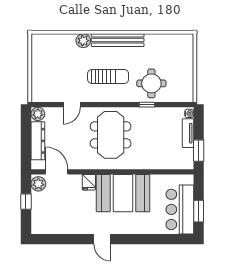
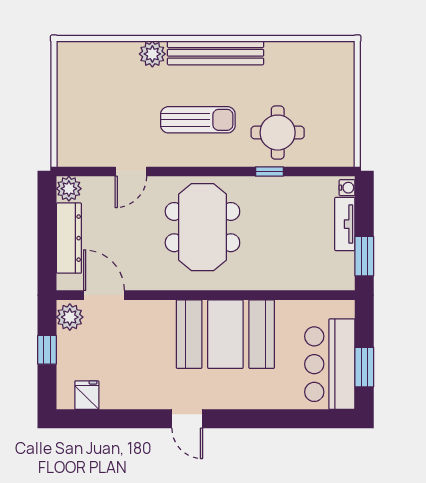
fridge: (89, 182) -> (87, 395), moved, turned 180

